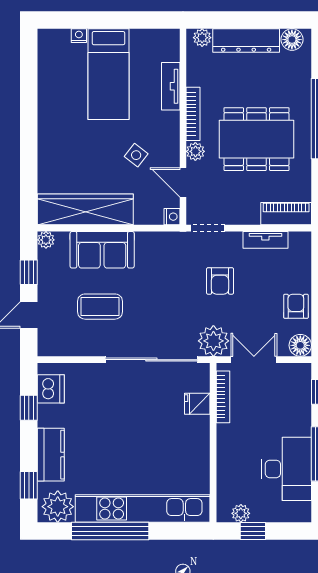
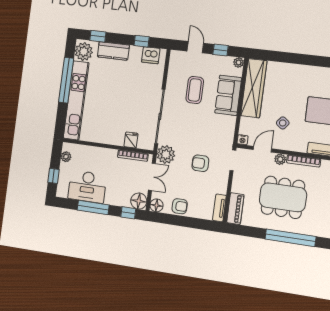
dining table: (256, 139) -> (283, 197), turned 90
tv unit: (265, 240) -> (219, 208), moved
floor lamp: (298, 377) -> (139, 201), added
window: (253, 531) -> (54, 176), moved

